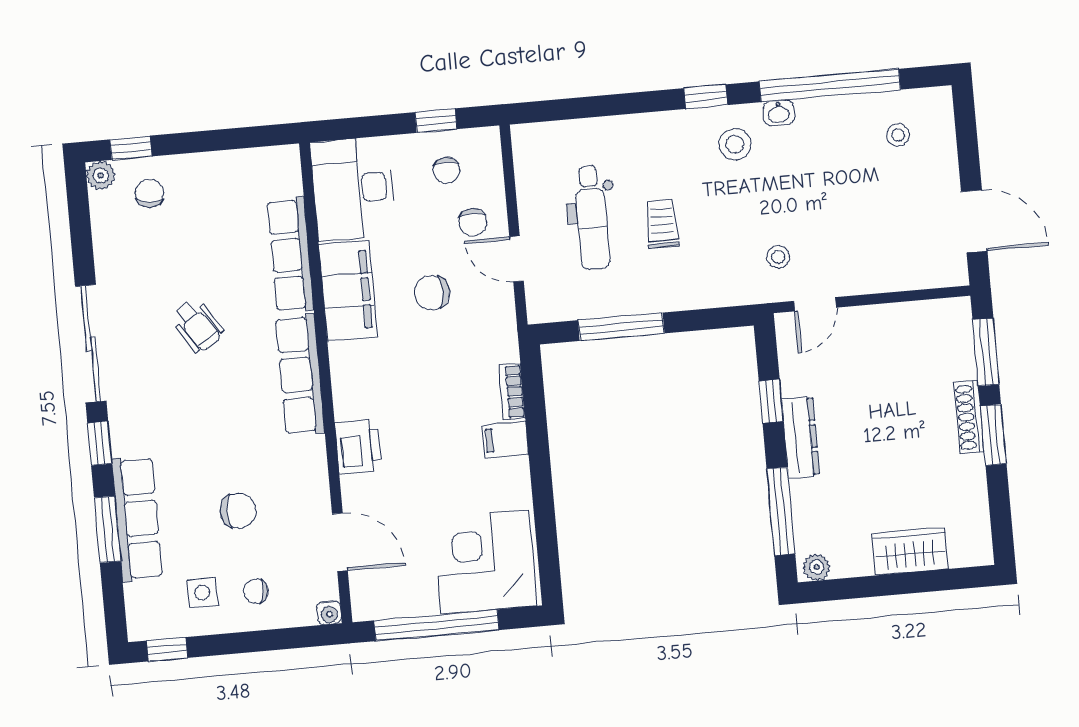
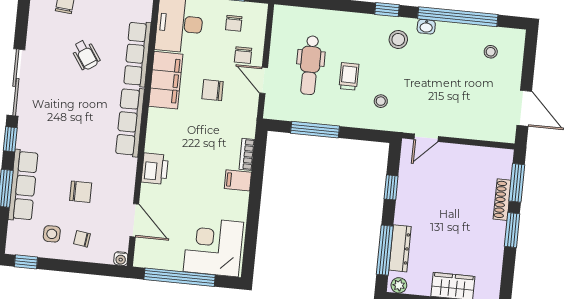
stool: (778, 257) -> (381, 101), moved
wheelchair: (197, 325) -> (86, 55), moved
shoe rack: (969, 417) -> (502, 200), moved
dresser: (800, 437) -> (400, 248), moved

